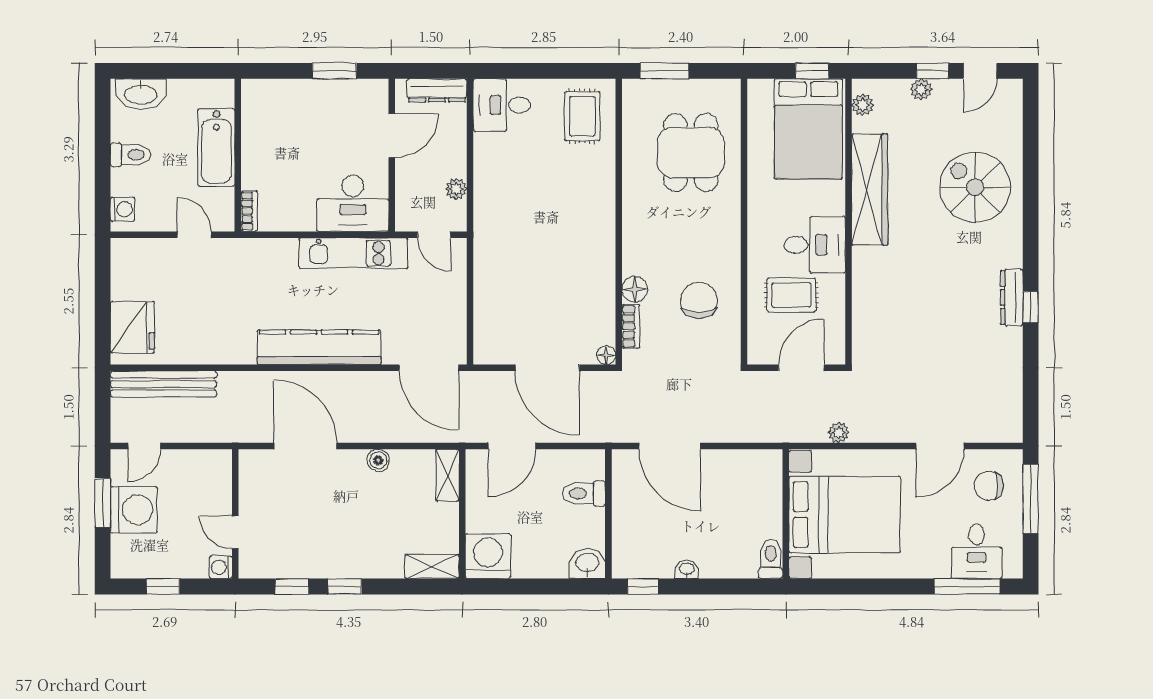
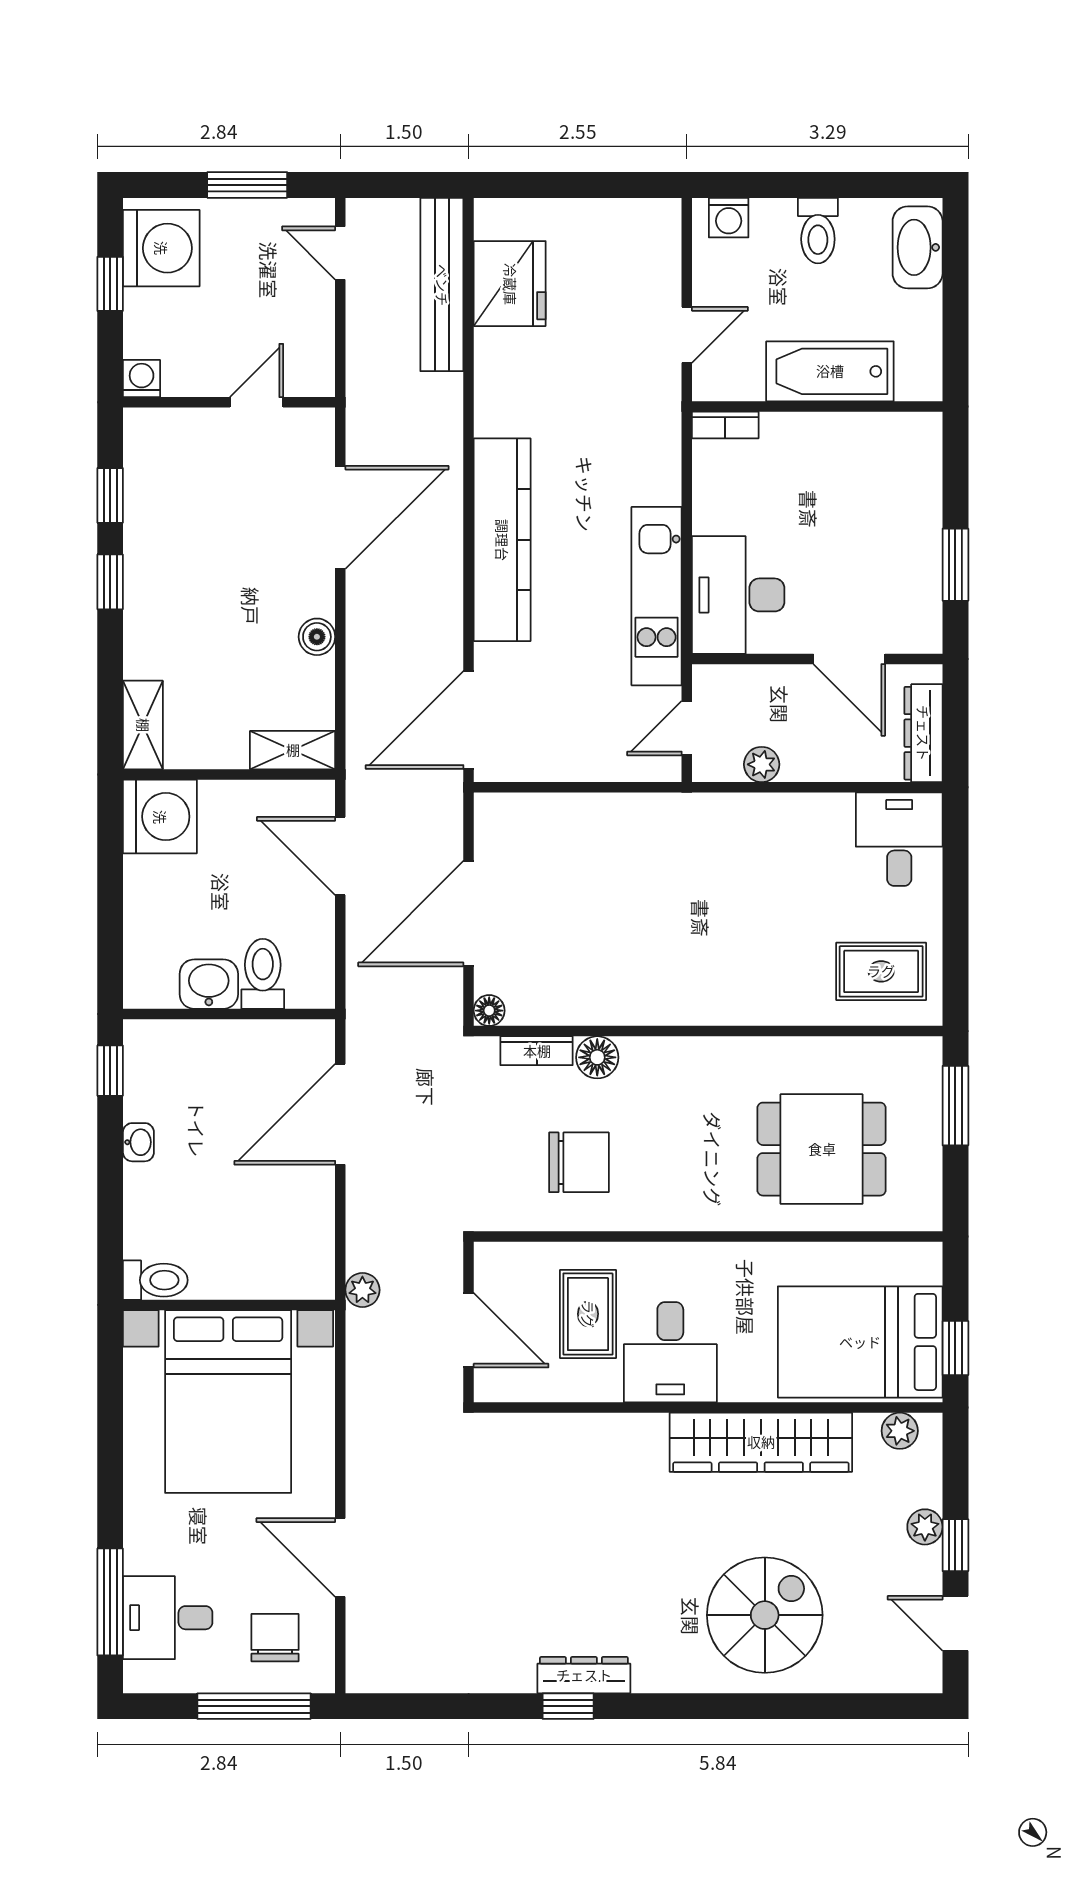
fridge: (132, 327) -> (510, 284), moved, turned -90
plant: (839, 433) -> (362, 1290), moved
washing machine: (134, 510) -> (161, 248), moved, turned -90
door: (235, 532) -> (256, 402), moved
washbasin: (587, 564) -> (209, 984), moved, turned -90

